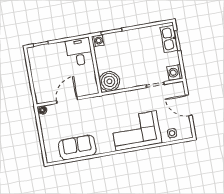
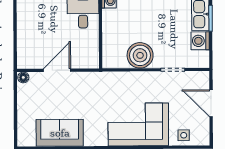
washing machine: (175, 72) -> (200, 41), moved
boiler: (109, 81) -> (140, 55), moved

